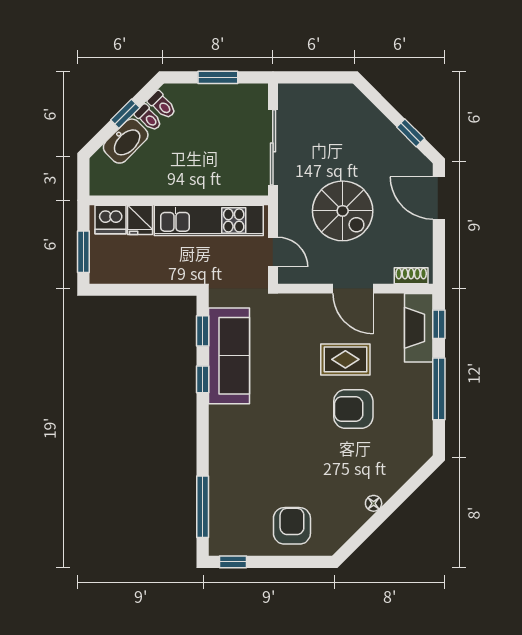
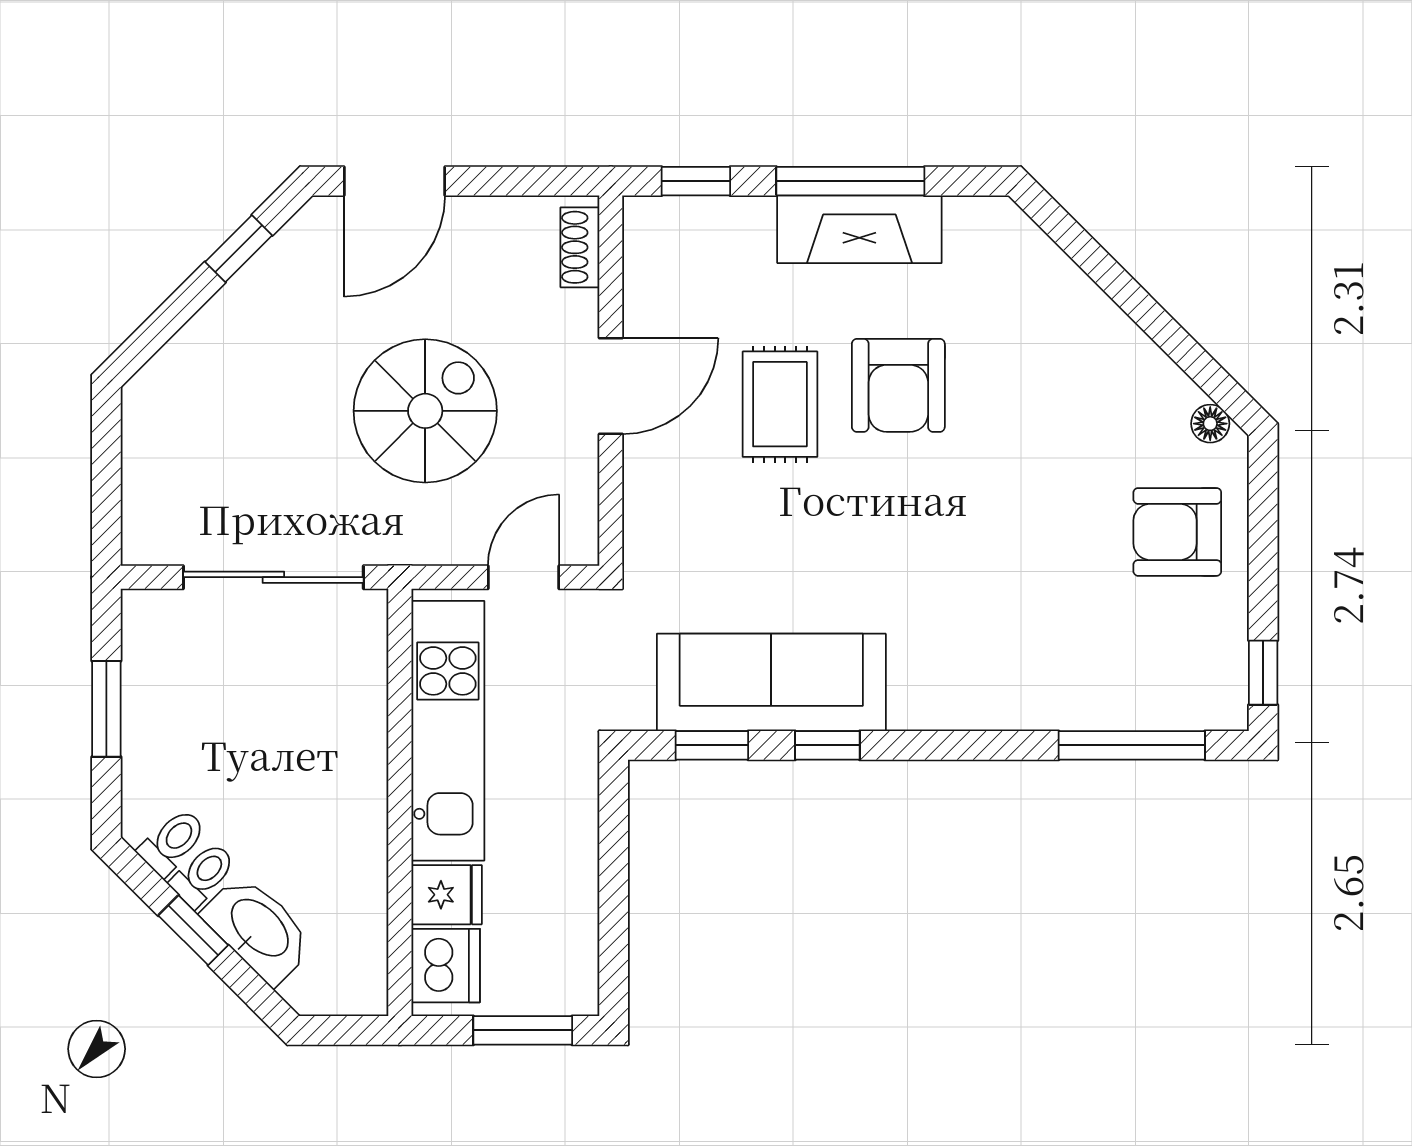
fireplace: (419, 328) -> (859, 229), moved
floor lamp: (374, 503) -> (1210, 424), moved

